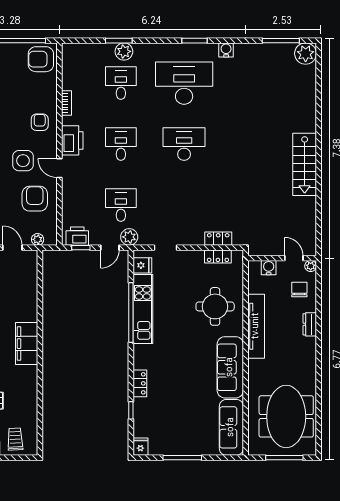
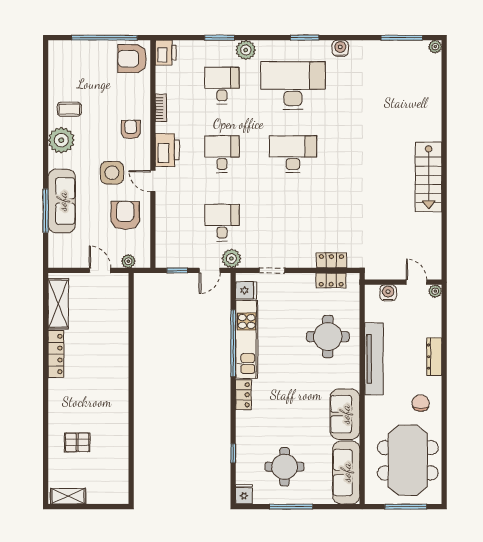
plant: (124, 51) -> (246, 50), moved
plant: (306, 54) -> (435, 47), width x0.53, depth x0.53
printer: (77, 236) -> (166, 53), moved, turned 90
chair: (299, 289) -> (421, 403), moved
dresser: (310, 324) -> (434, 357), width x1.44
filing cabinet: (27, 344) -> (116, 378), removed
sofa: (230, 367) -> (345, 414), width x0.73
locker: (140, 383) -> (243, 395), moved
round table: (177, 422) -> (285, 467), added
trolley: (15, 439) -> (103, 486), removed

